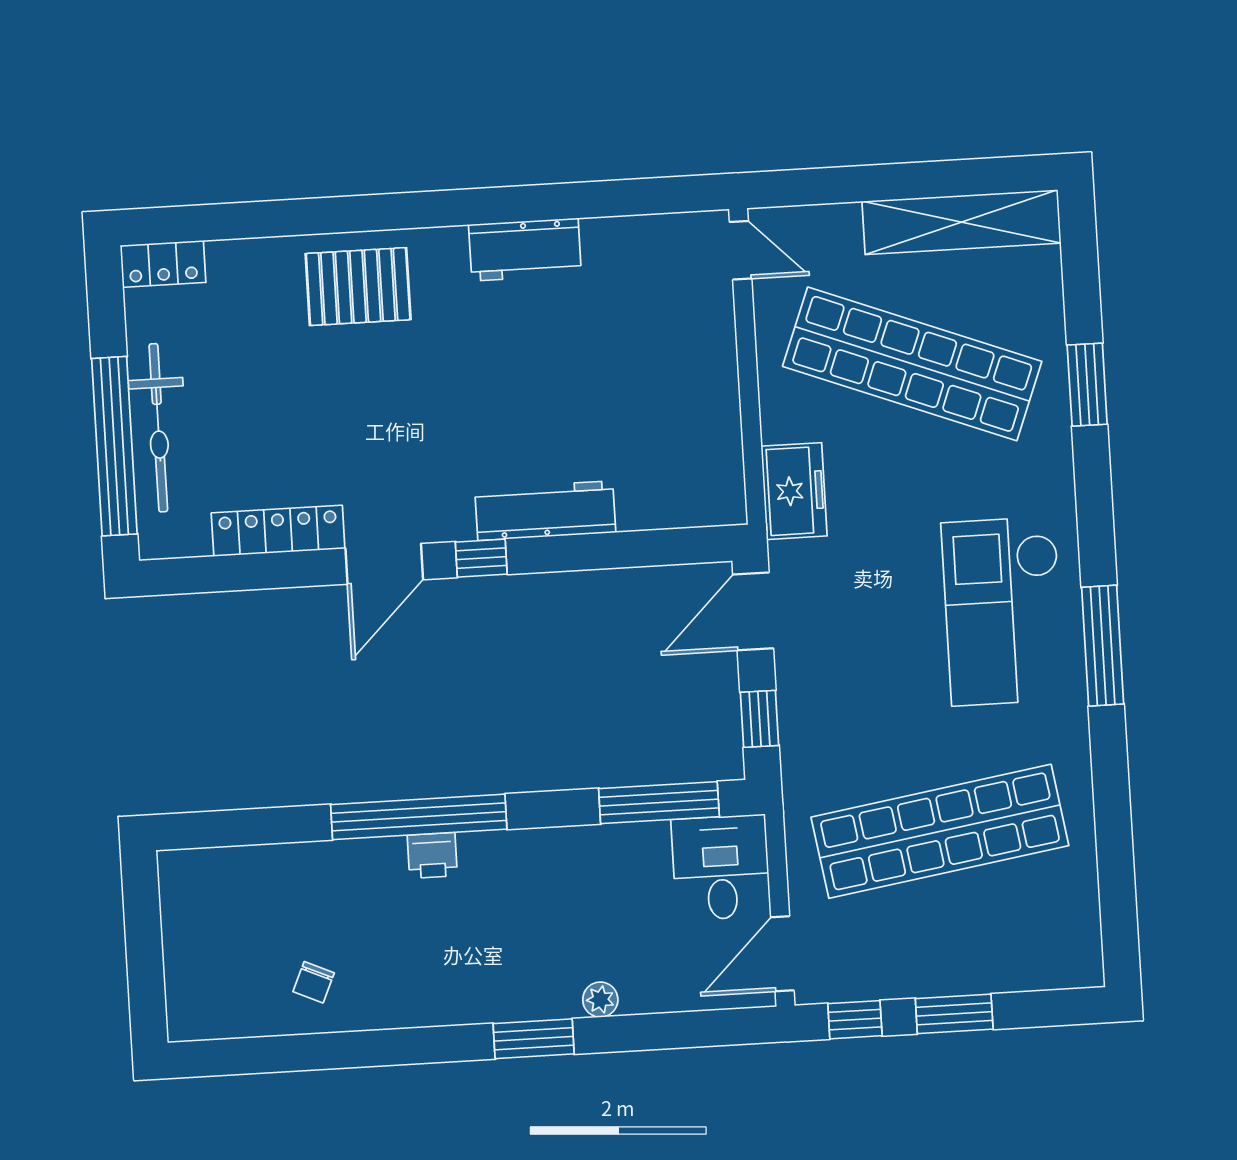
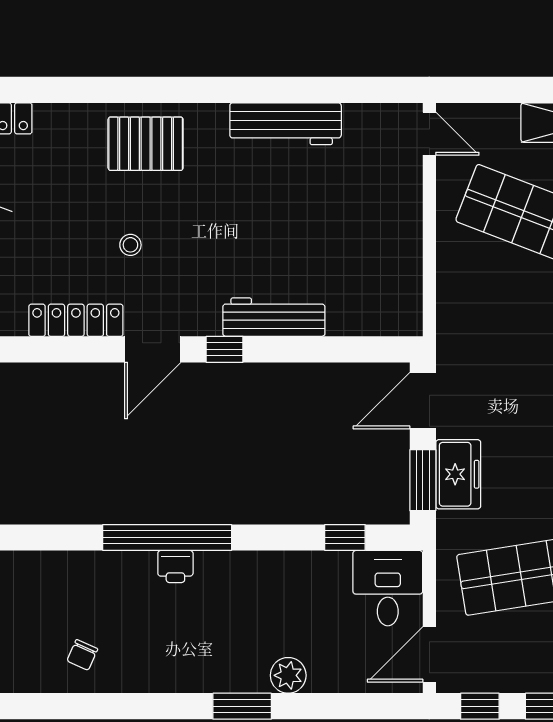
workbench: (525, 250) -> (286, 124), width x1.37
stool: (346, 425) -> (130, 245), added
freezer: (794, 491) -> (458, 474), moved
window: (760, 719) -> (423, 480), width x1.50
window: (659, 803) -> (345, 537), width x0.46
plant: (600, 1000) -> (288, 675), width x1.38, depth x1.38

